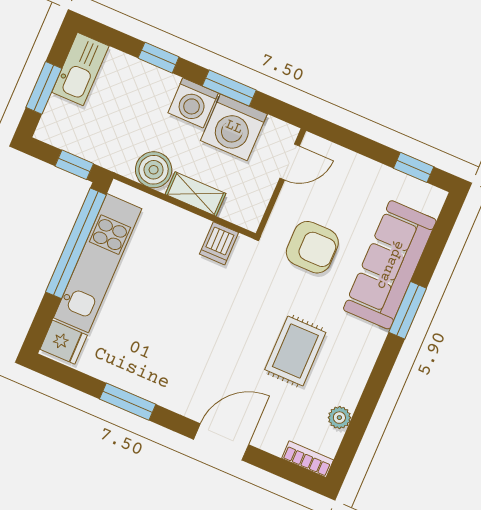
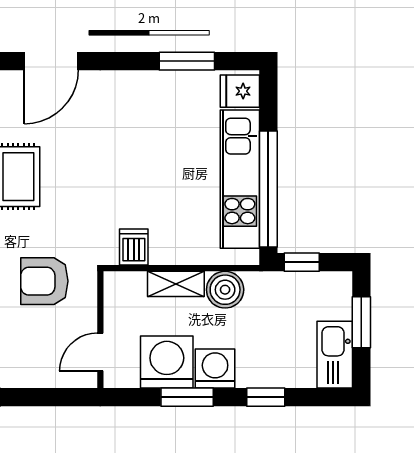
window: (128, 402) -> (187, 61), moved

